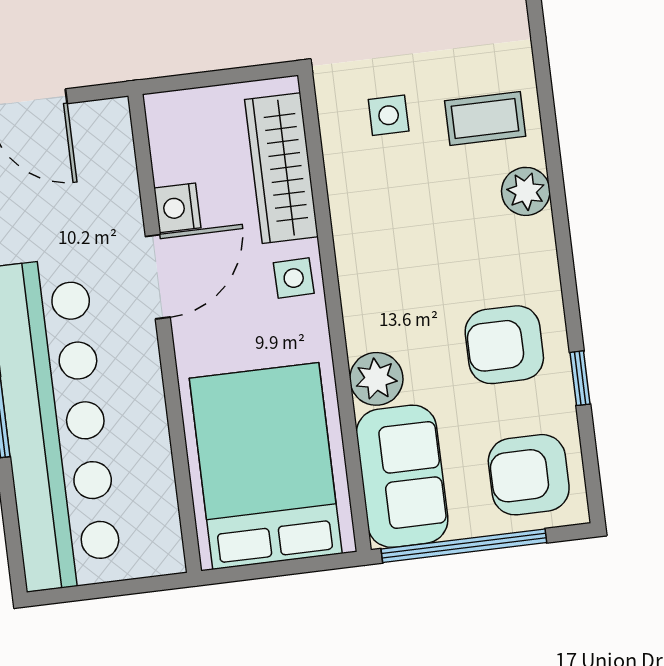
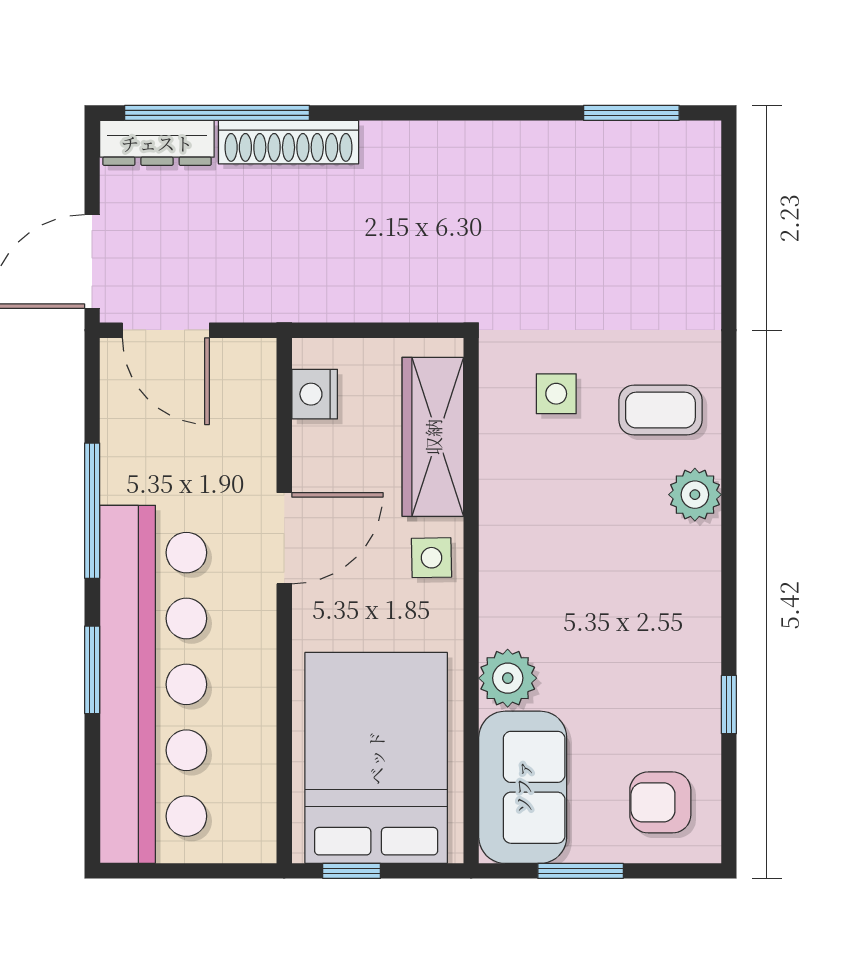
nightstand: (177, 208) -> (315, 394), moved
armchair: (504, 345) -> (651, 658), removed
armchair: (529, 475) -> (660, 802), width x0.72, depth x0.72
window: (464, 546) -> (581, 871), width x0.47
window: (256, 571) -> (352, 871), added

